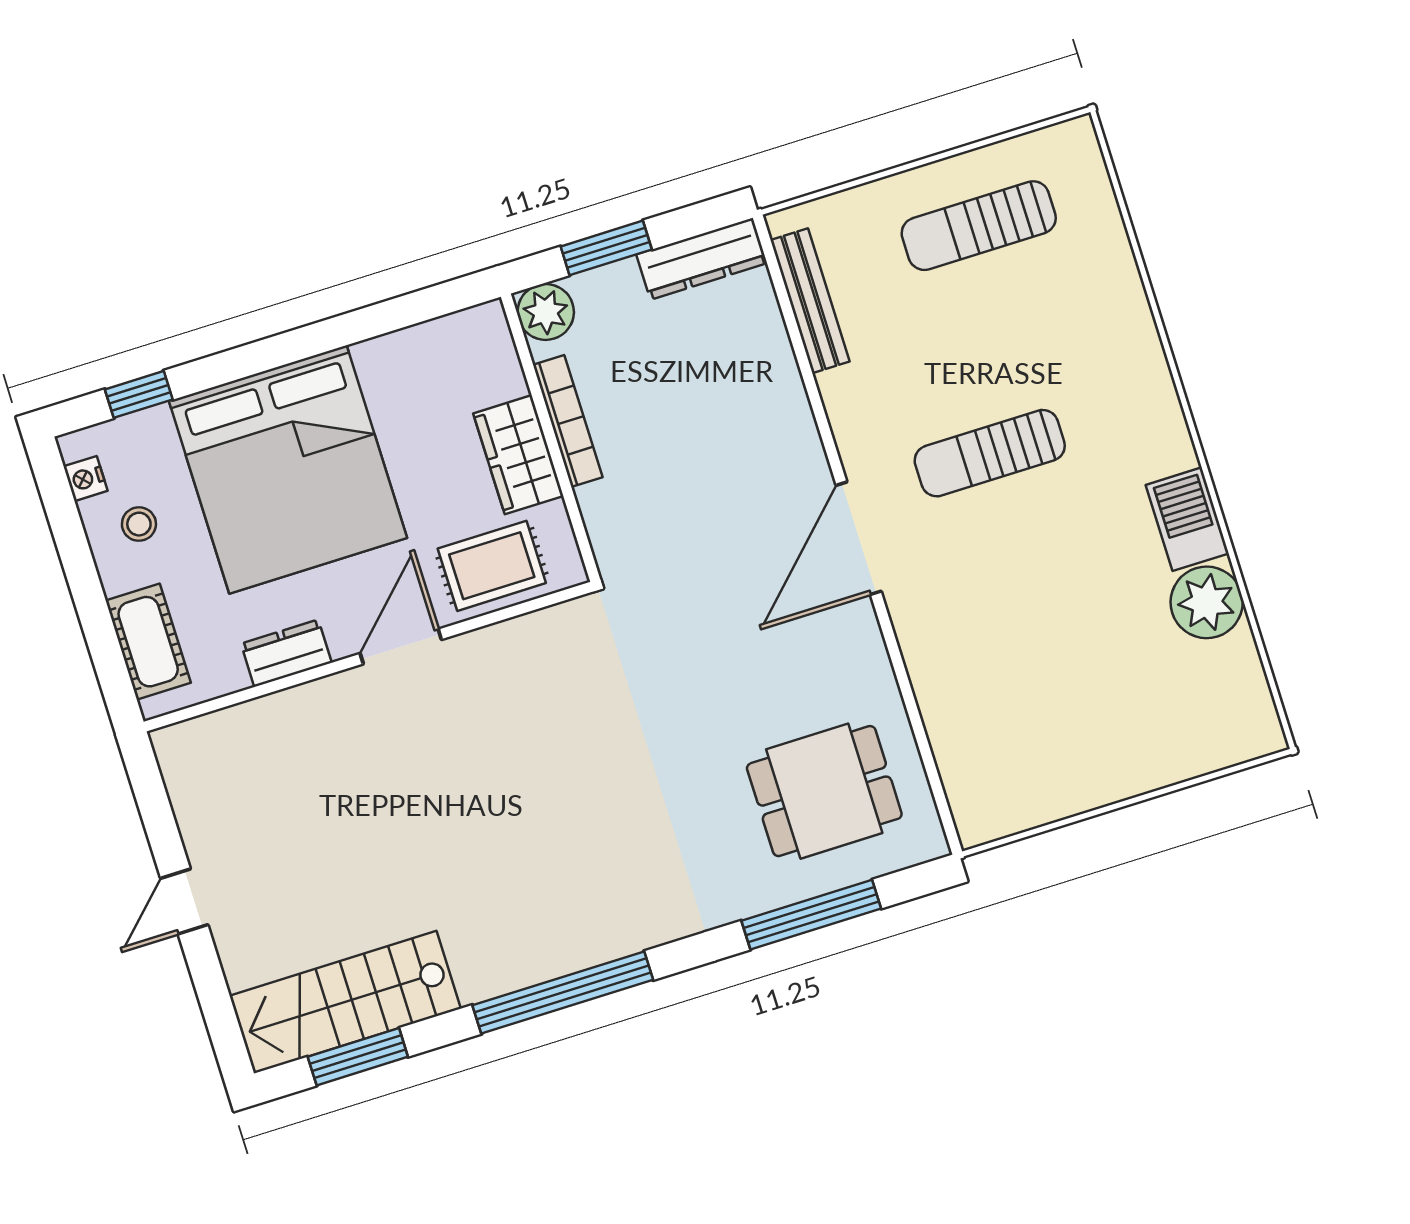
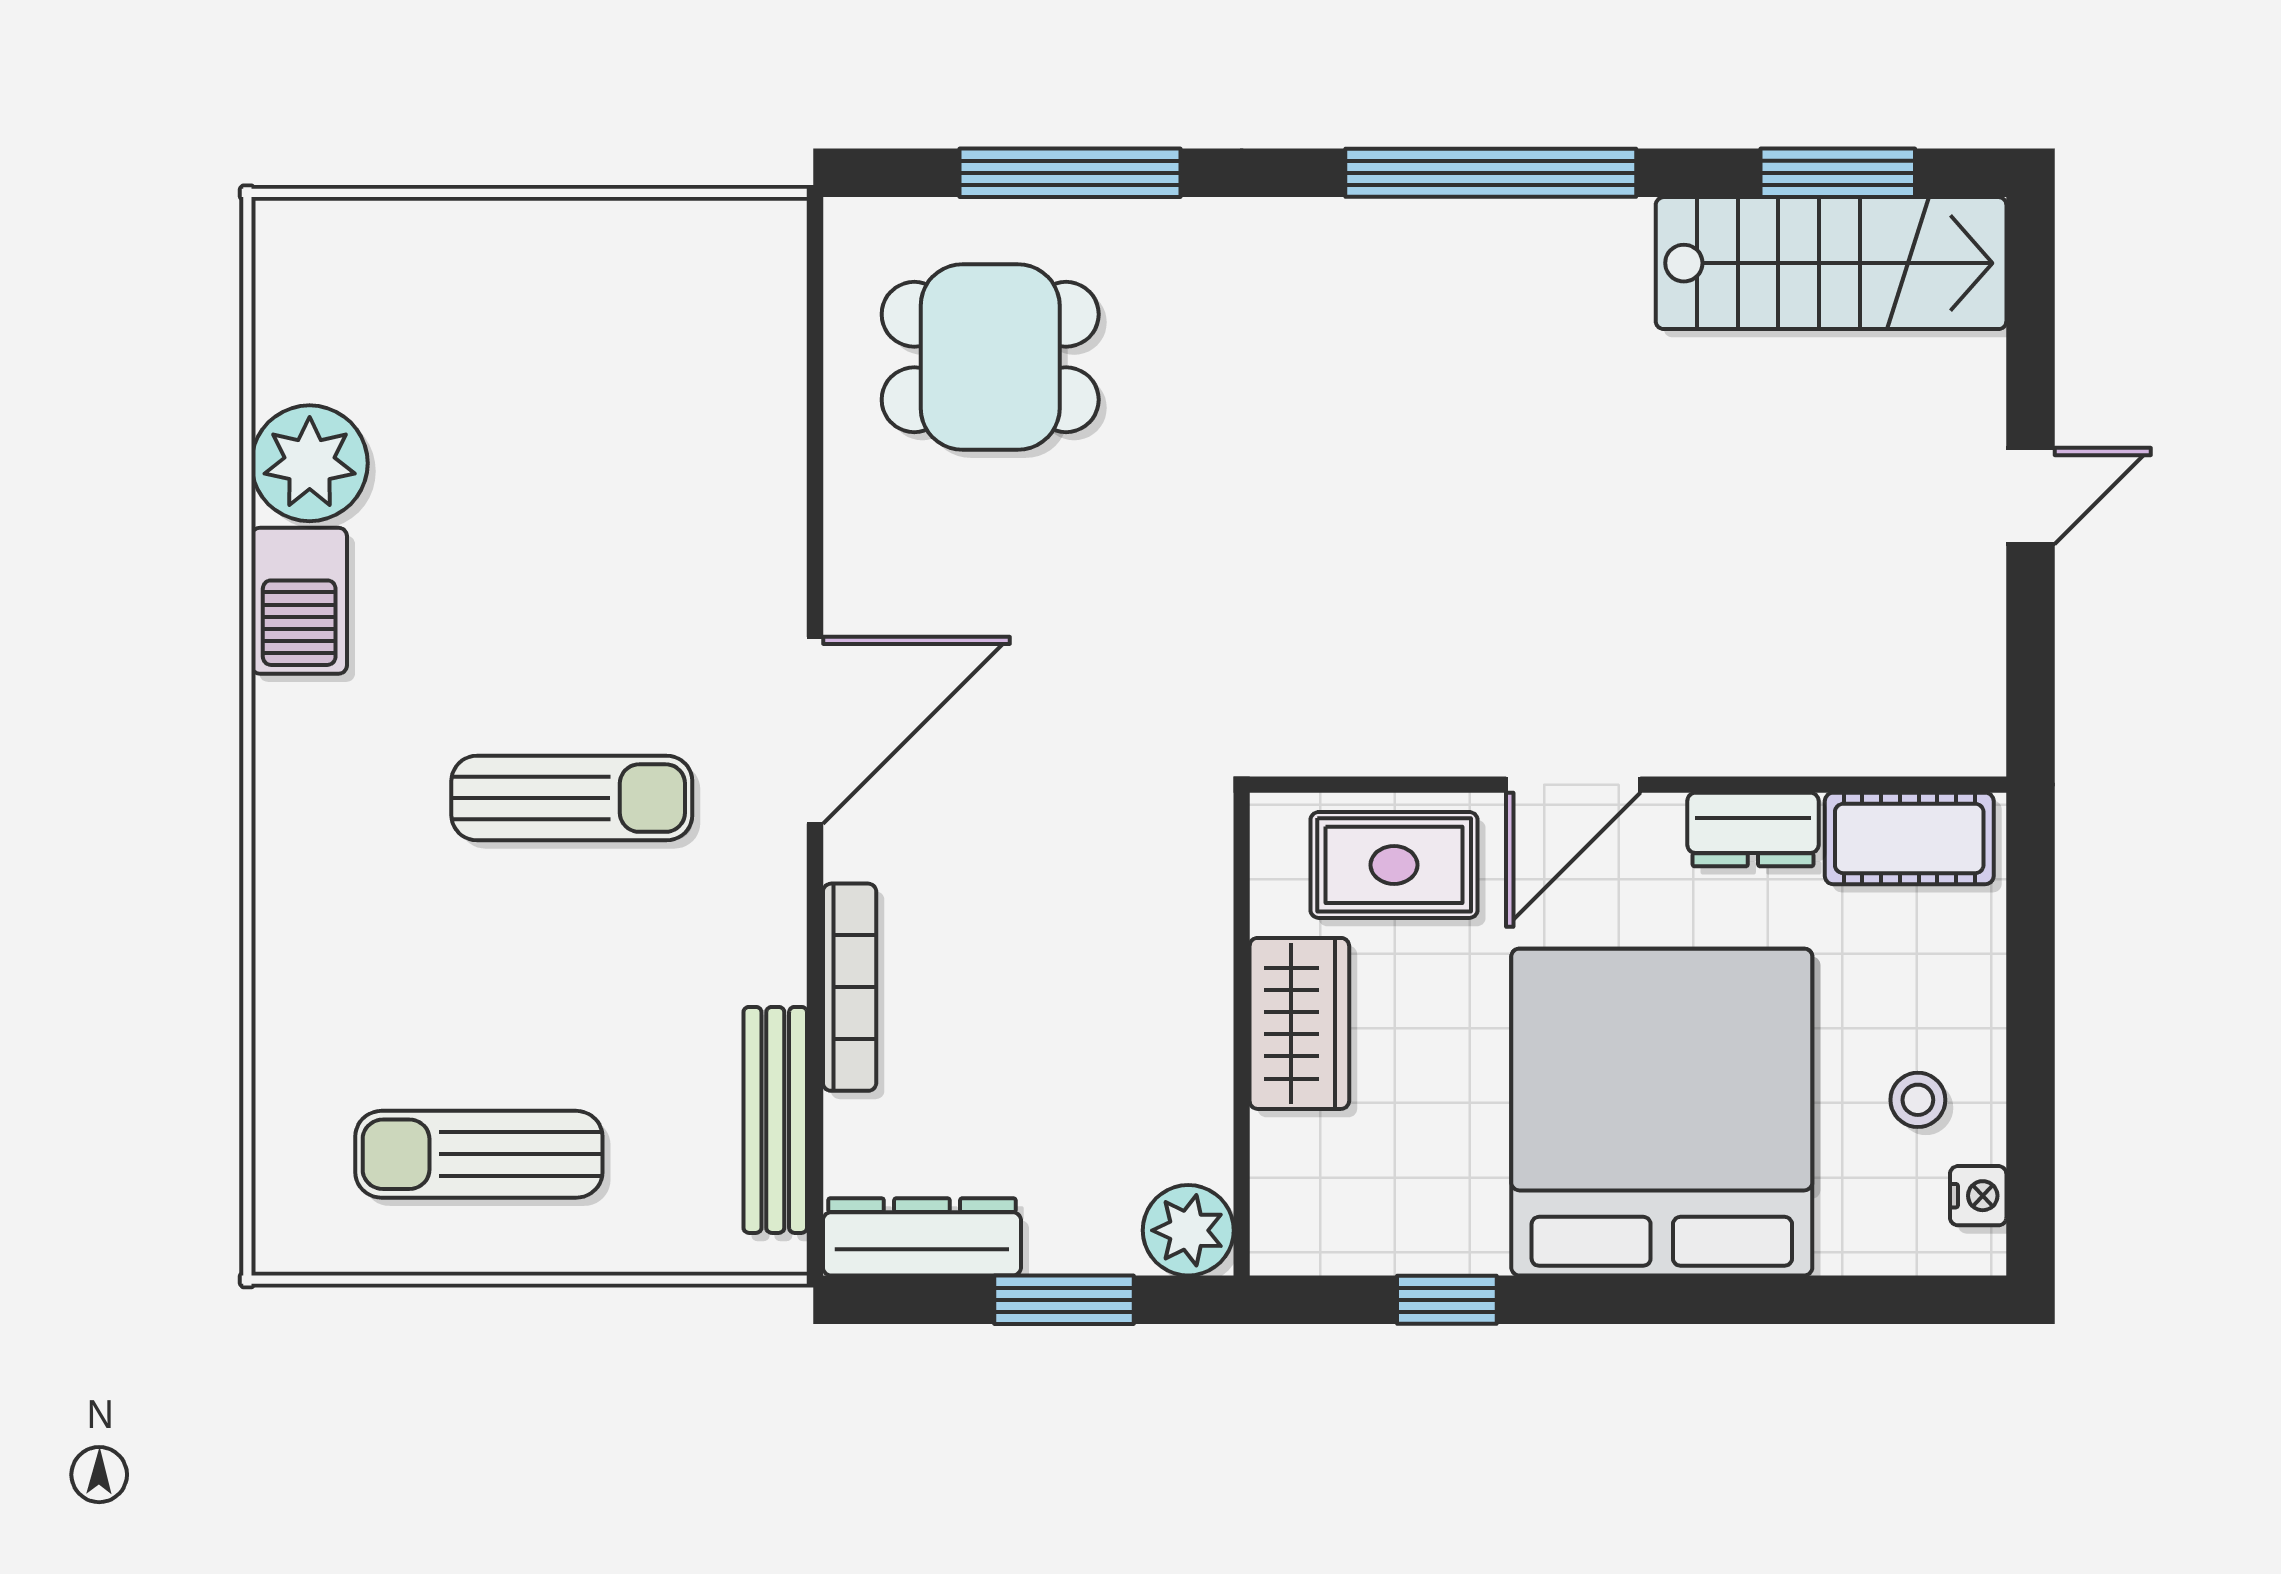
sun lounger: (979, 226) -> (479, 1154), turned 180
window: (139, 394) -> (1447, 1300), moved
bookcase: (568, 421) -> (850, 987), moved, turned 180
cot: (148, 642) -> (1909, 838), moved, turned 90

